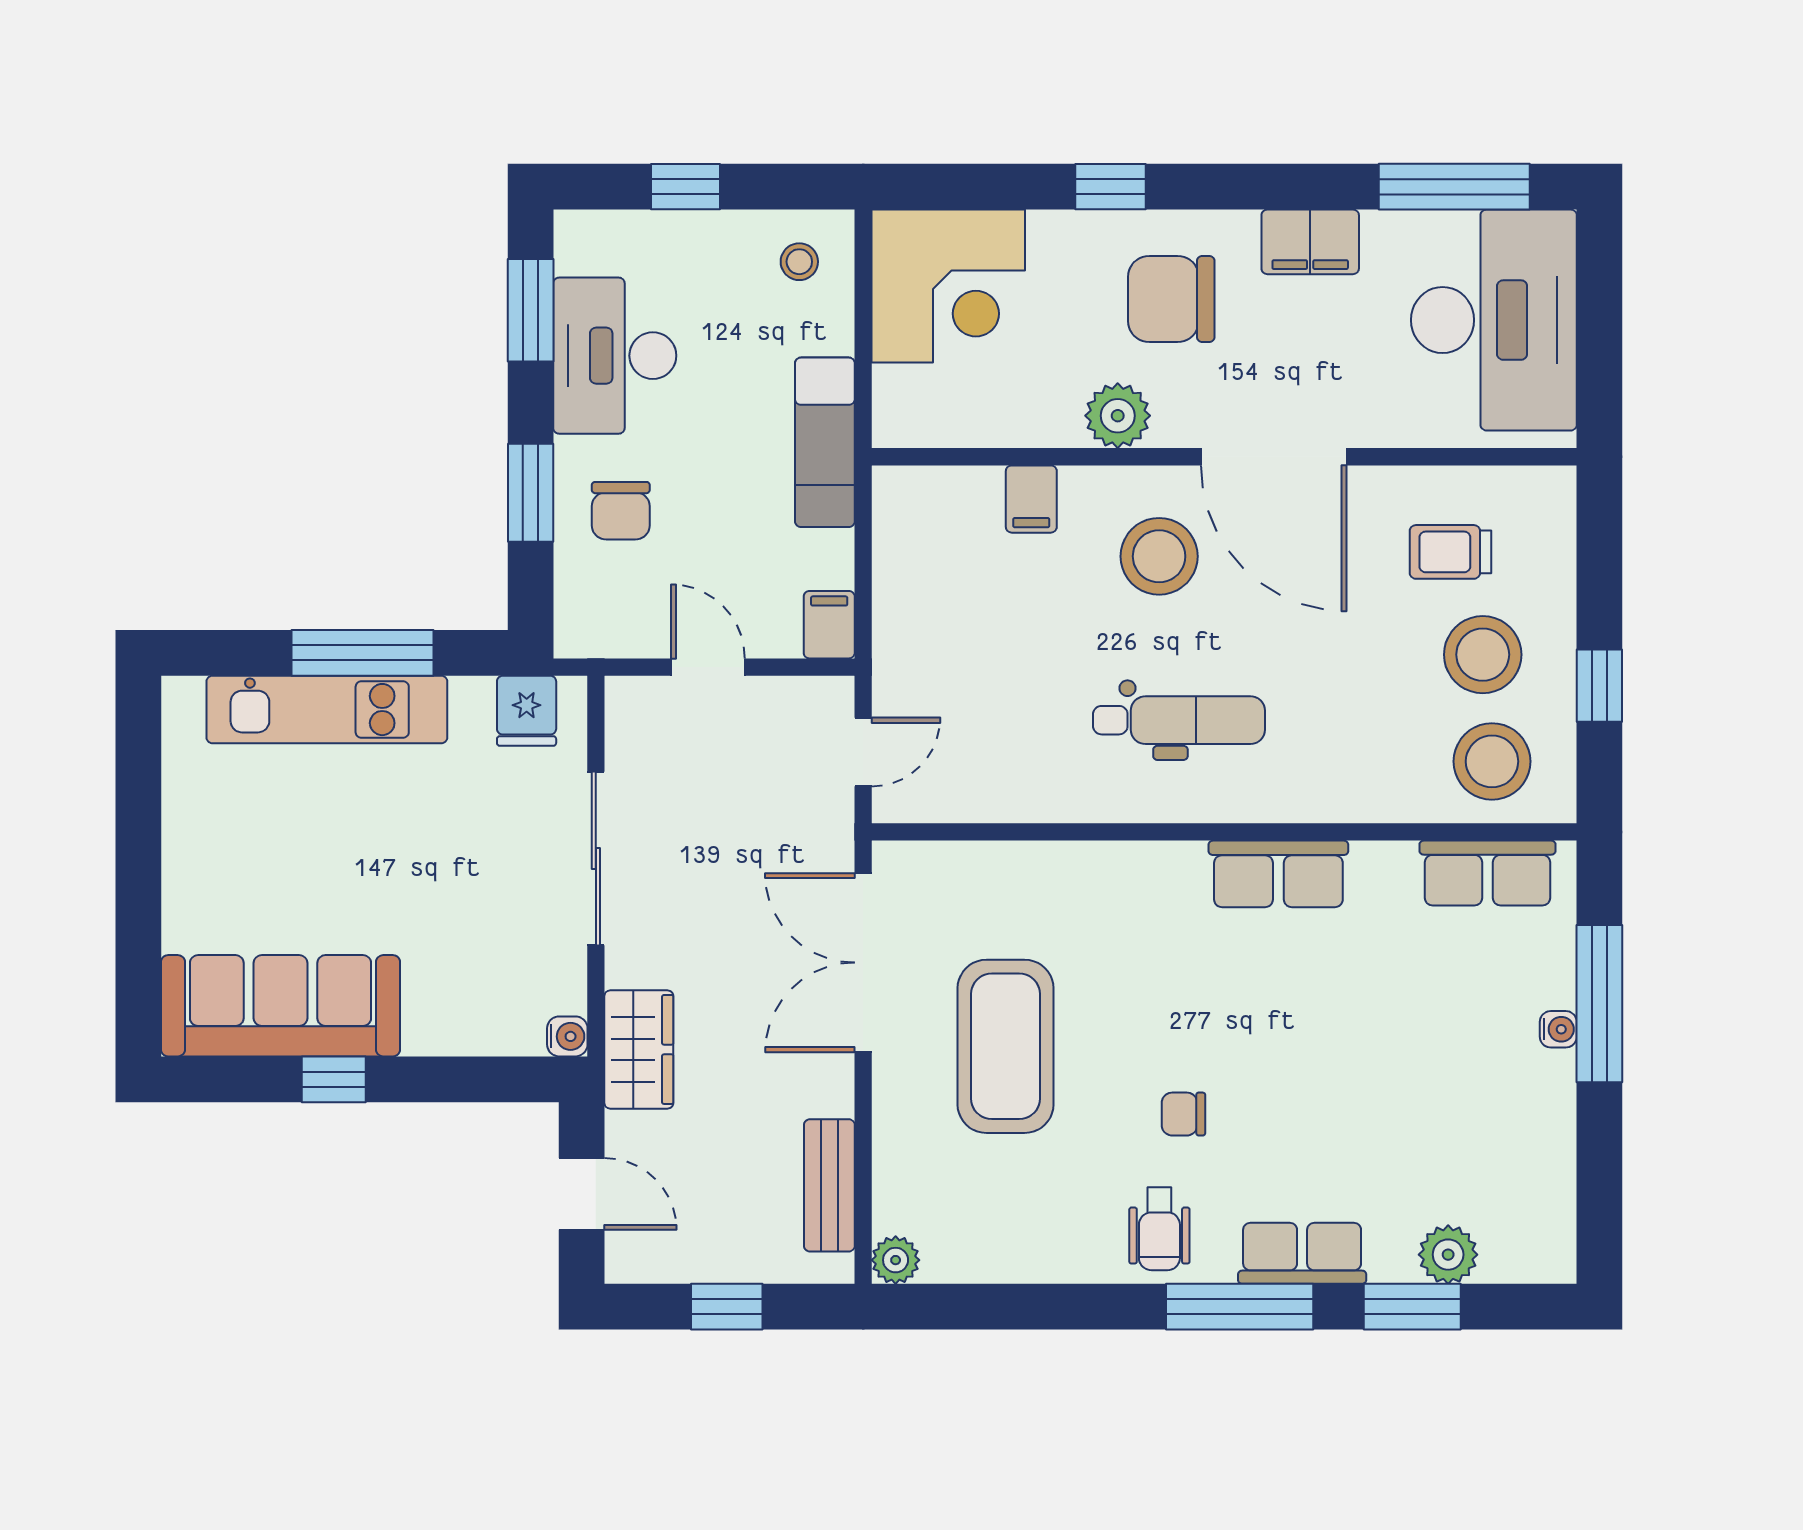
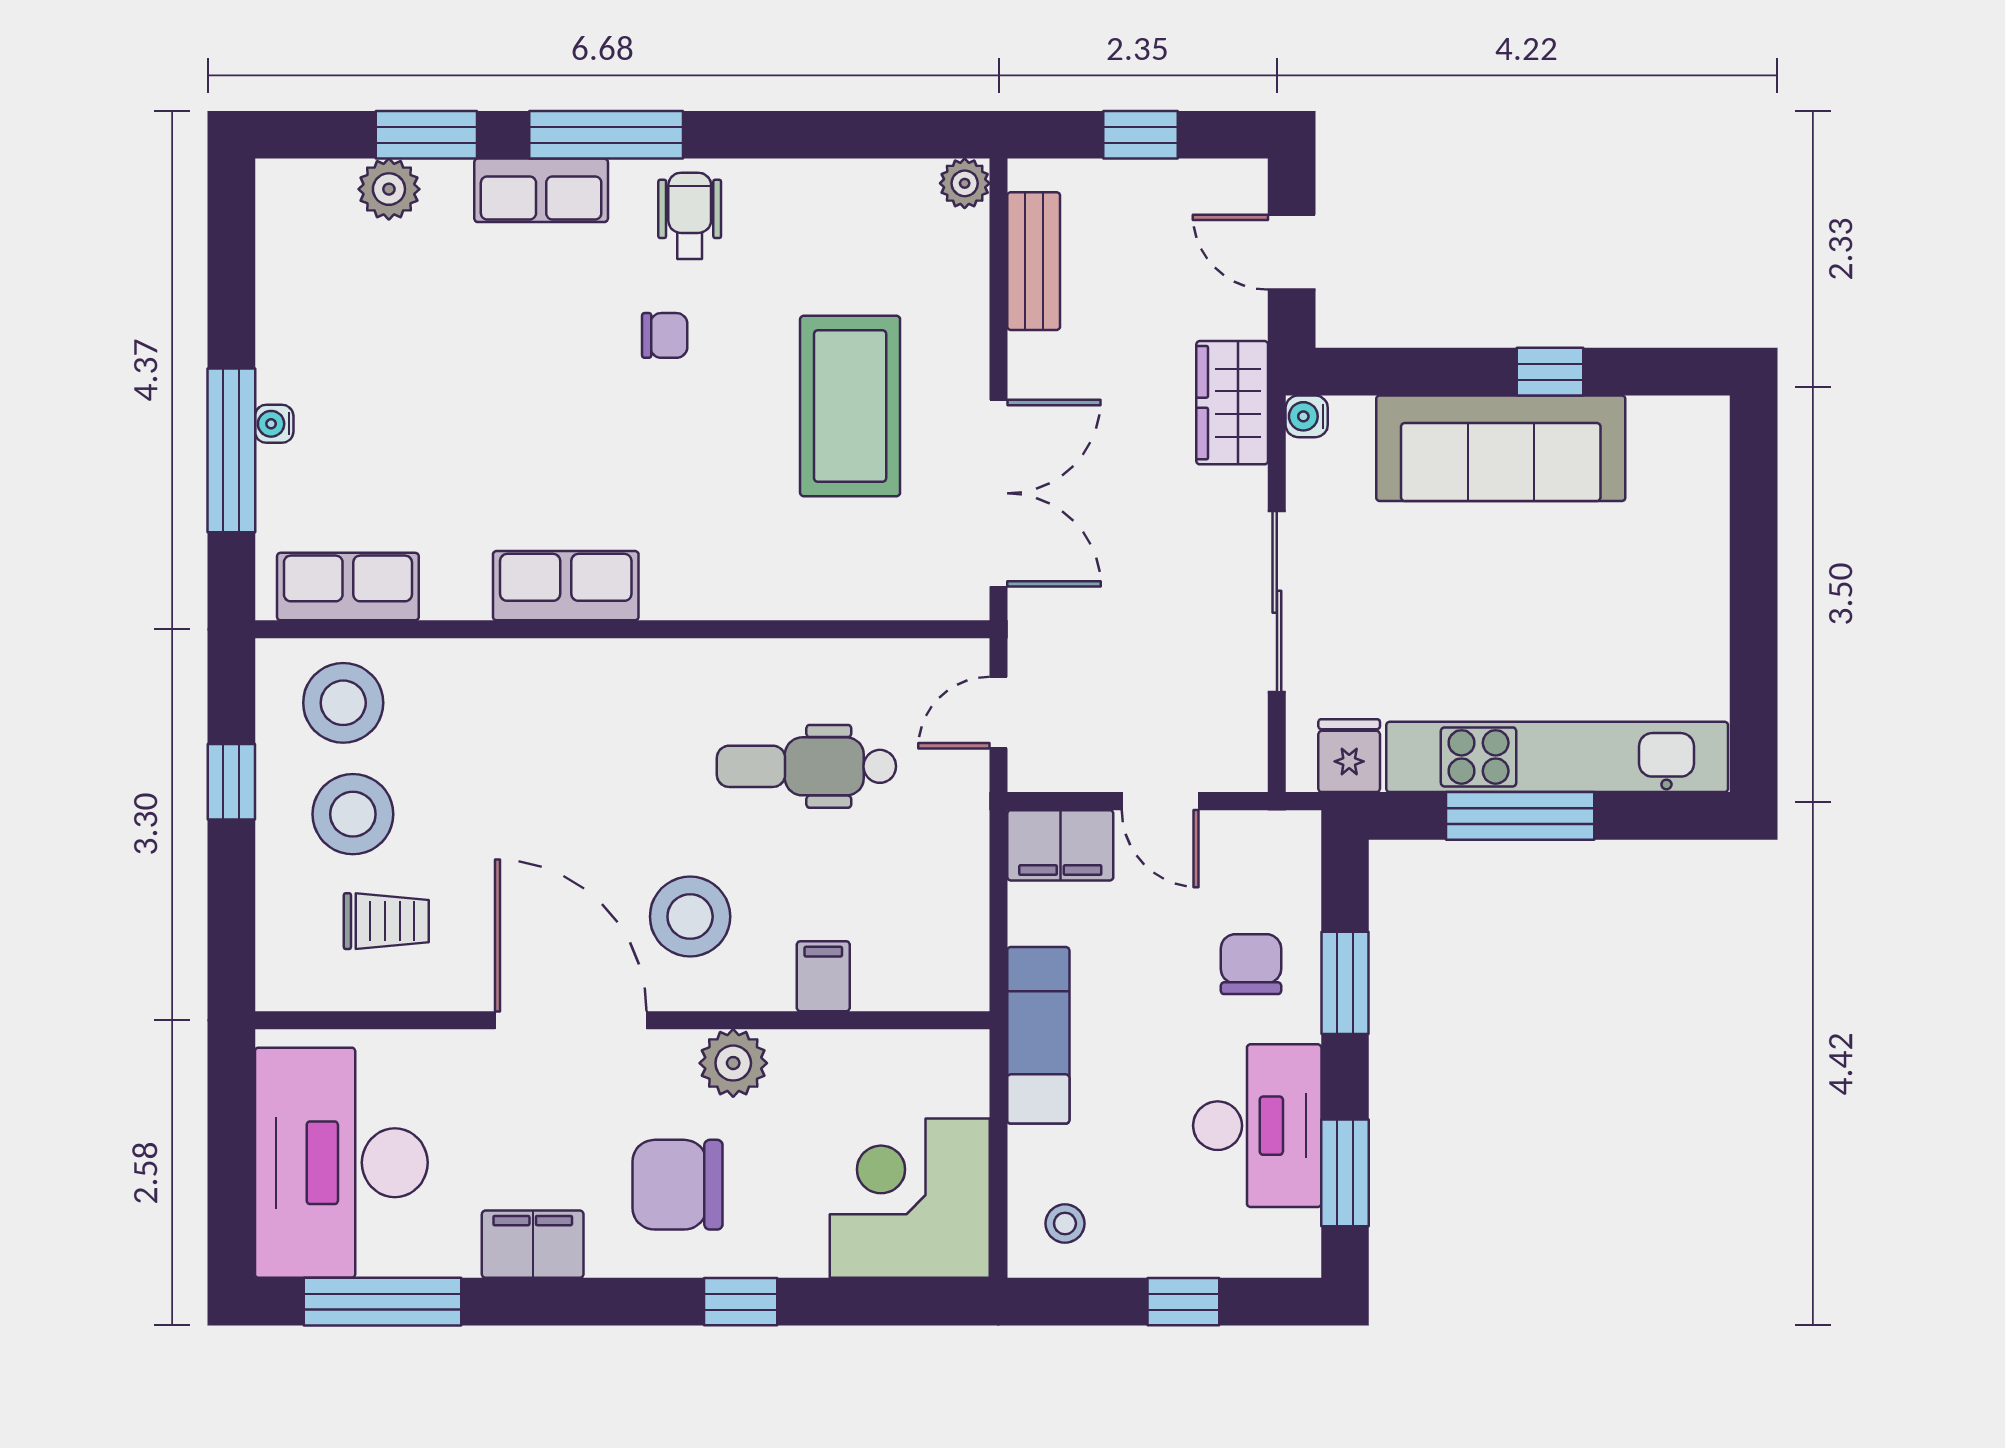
chair: (1171, 299) -> (677, 1185), turned 180
filing cabinet: (829, 625) -> (1060, 845), width x2.00
kitchen unit: (327, 710) -> (1557, 757), width x1.36
dental chair: (1179, 720) -> (806, 766), moved
sofa: (280, 1006) -> (1501, 448), moved

